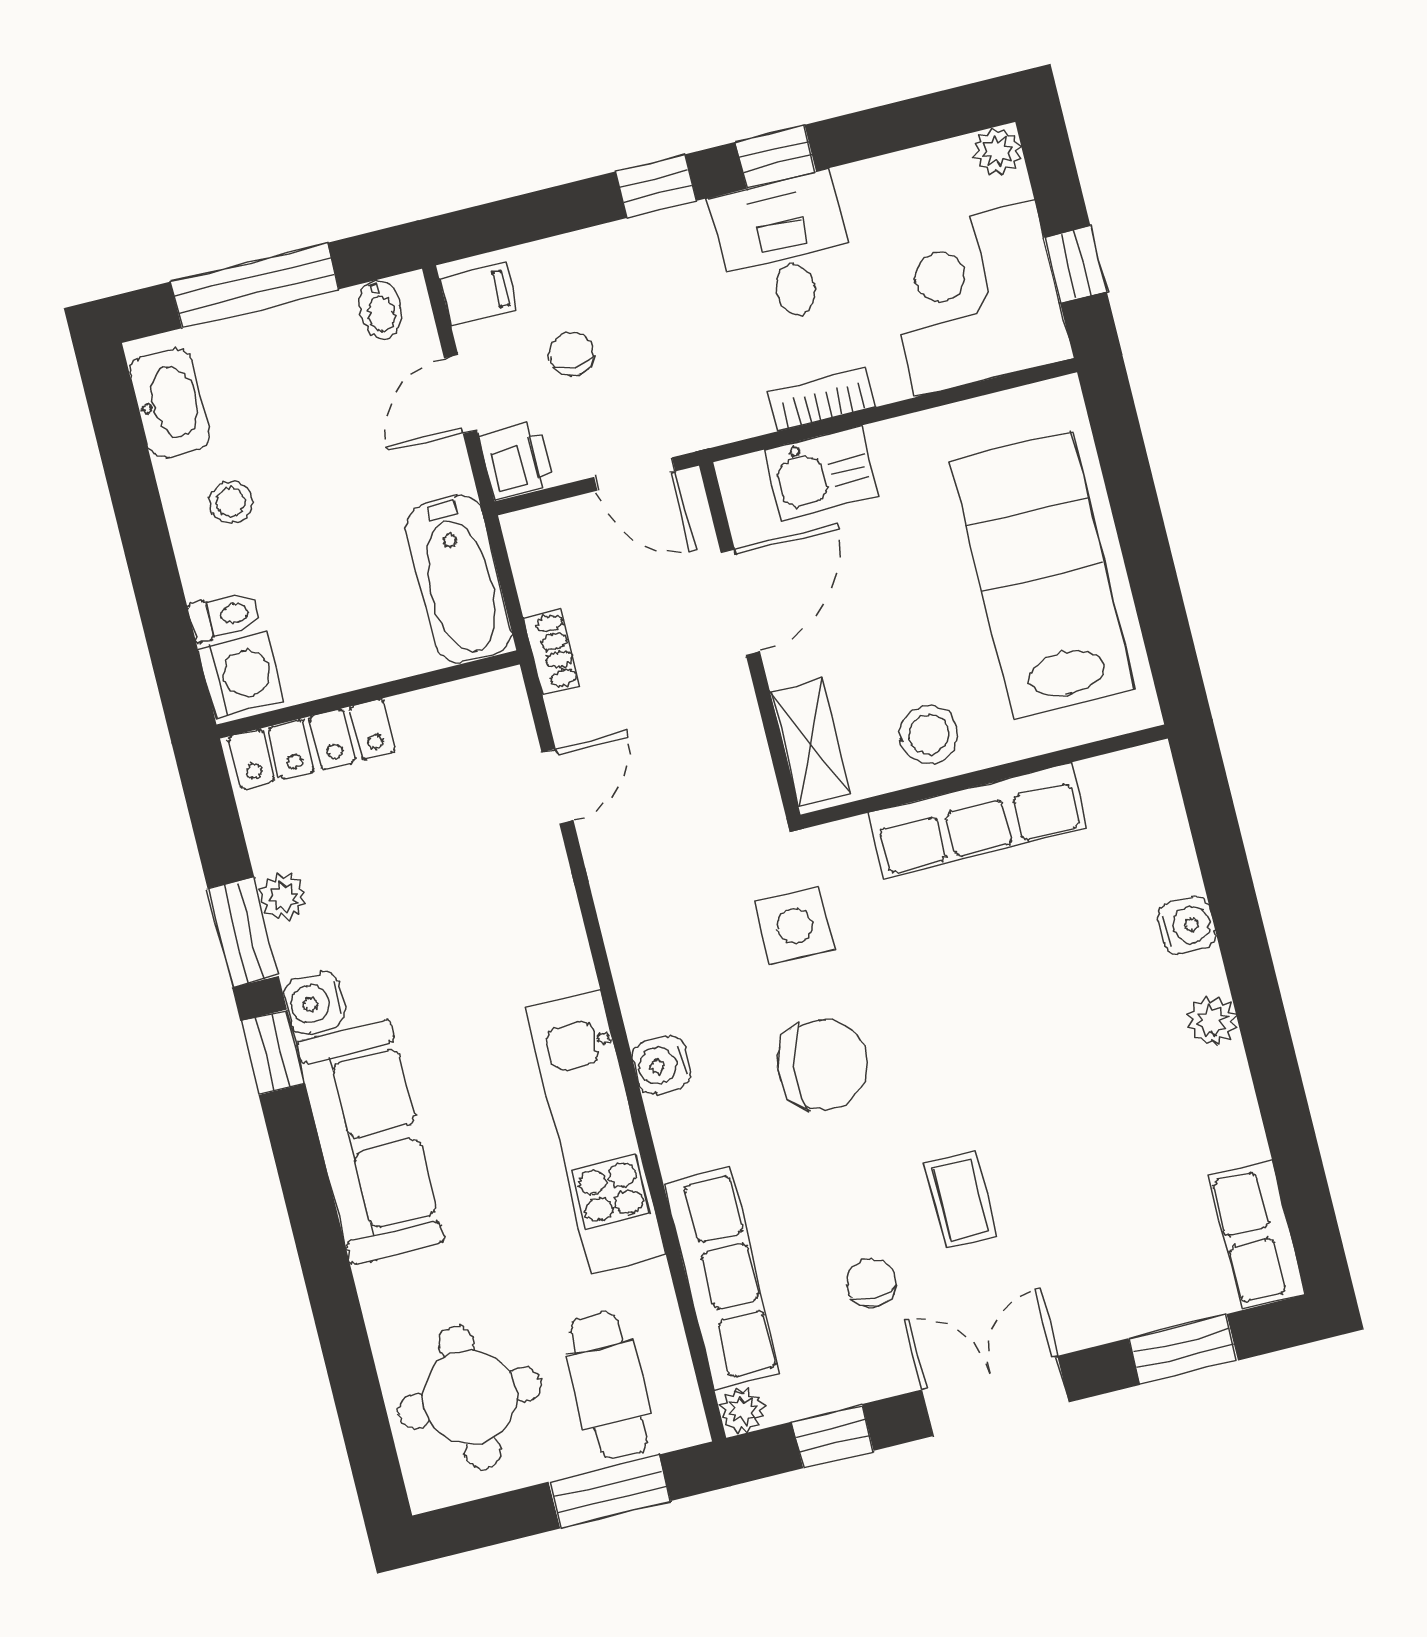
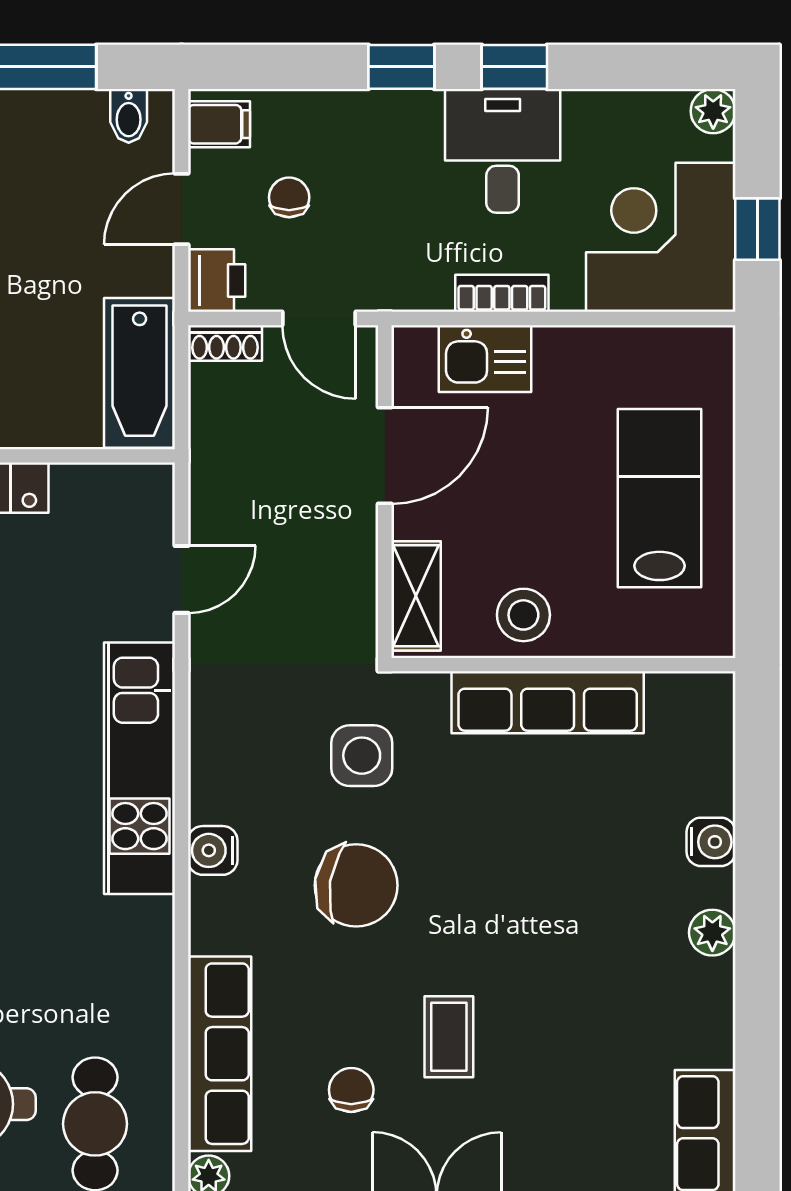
lab bench: (1042, 575) -> (660, 498), width x0.73, depth x0.72
shoe rack: (552, 652) -> (225, 343), moved, turned 90
kitchen unit: (596, 1131) -> (139, 768), moved

